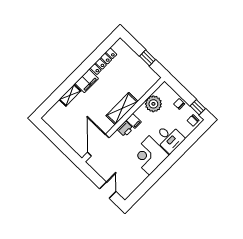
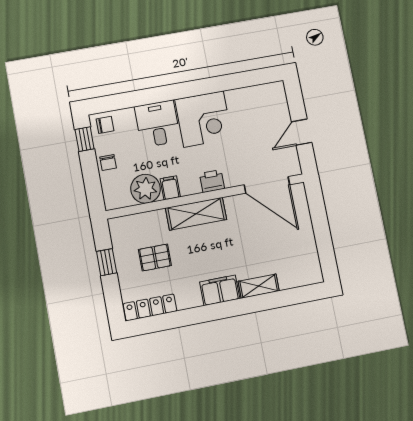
locker: (103, 61) -> (150, 307), moved
pallet: (127, 75) -> (155, 257), added
filing cabinet: (134, 121) -> (170, 188), moved
door: (98, 145) -> (267, 185), hinge flipped
door: (108, 190) -> (302, 132), moved

